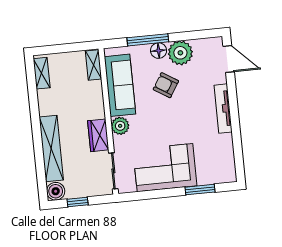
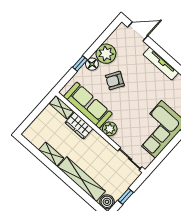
window: (148, 40) -> (80, 63), width x0.46
shelving: (42, 73) -> (51, 154), moved
wardrobe: (98, 135) -> (79, 126), moved

